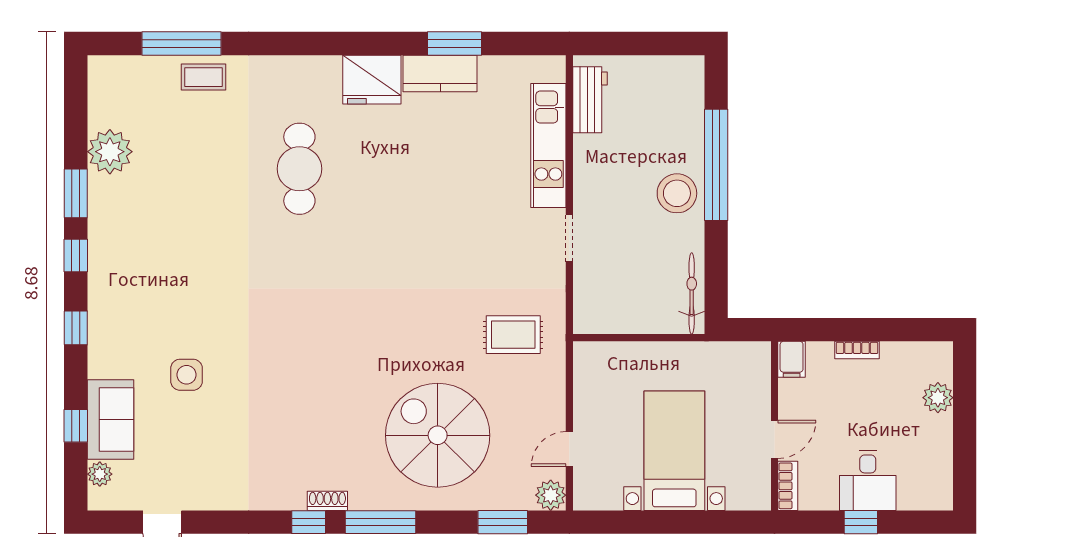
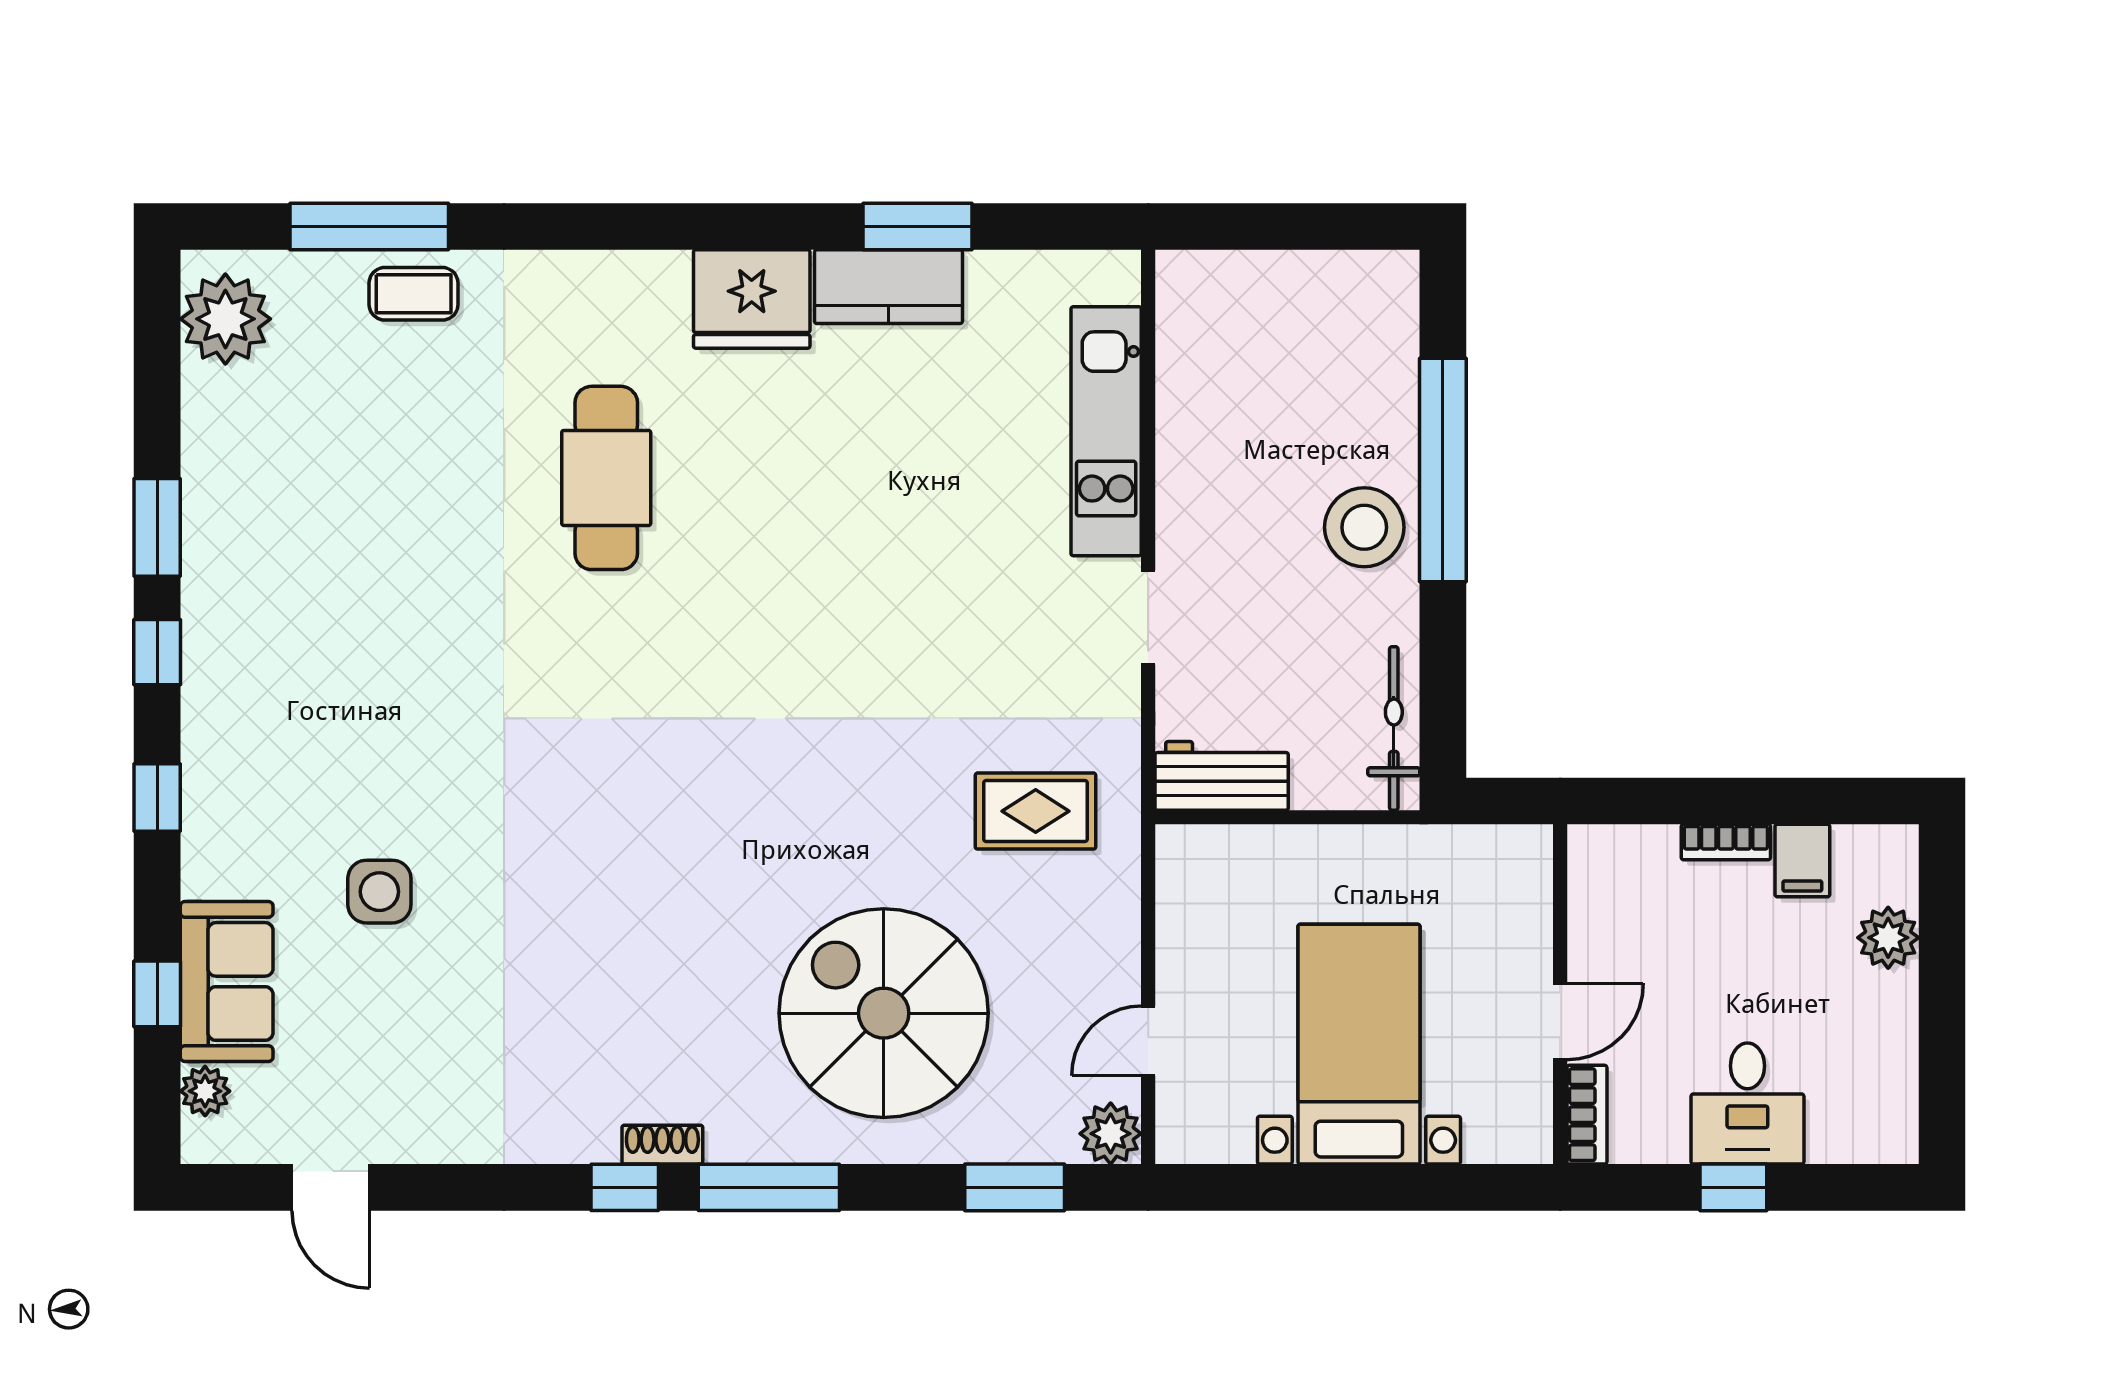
workbench: (590, 100) -> (1222, 776), moved, turned -90
plant: (110, 152) -> (225, 319), moved
filing cabinet: (792, 359) -> (1802, 861), moved

